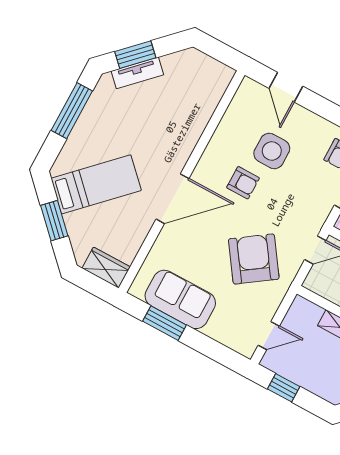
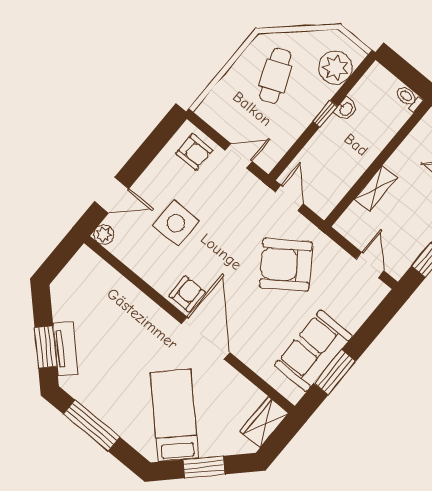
plant: (248, 87) -> (104, 235), added
armchair: (243, 183) -> (187, 294), moved

